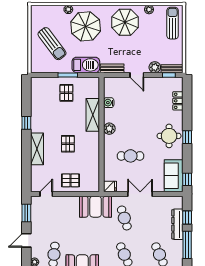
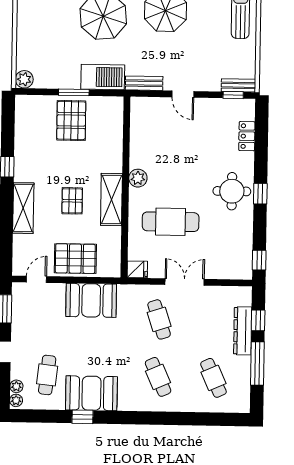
sun lounger: (52, 44) -> (50, 43), removed
plant: (155, 67) -> (24, 79), moved
pallet: (66, 93) -> (71, 120), width x1.50, depth x1.42
water cooler: (109, 103) -> (138, 137), removed
shelving: (93, 115) -> (111, 200), moved
cafe table: (131, 156) -> (171, 222), width x1.37, depth x1.35
sofa: (174, 176) -> (238, 254), removed
pallet: (71, 180) -> (75, 259), width x1.50, depth x1.42
booth: (96, 207) -> (91, 300), moved

